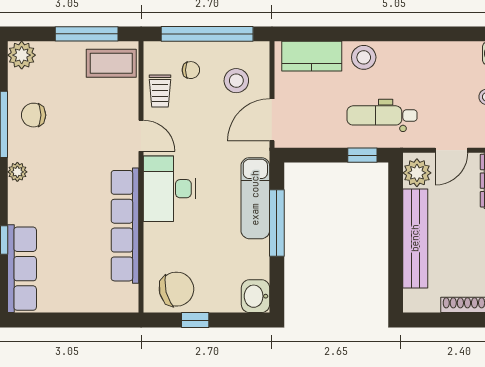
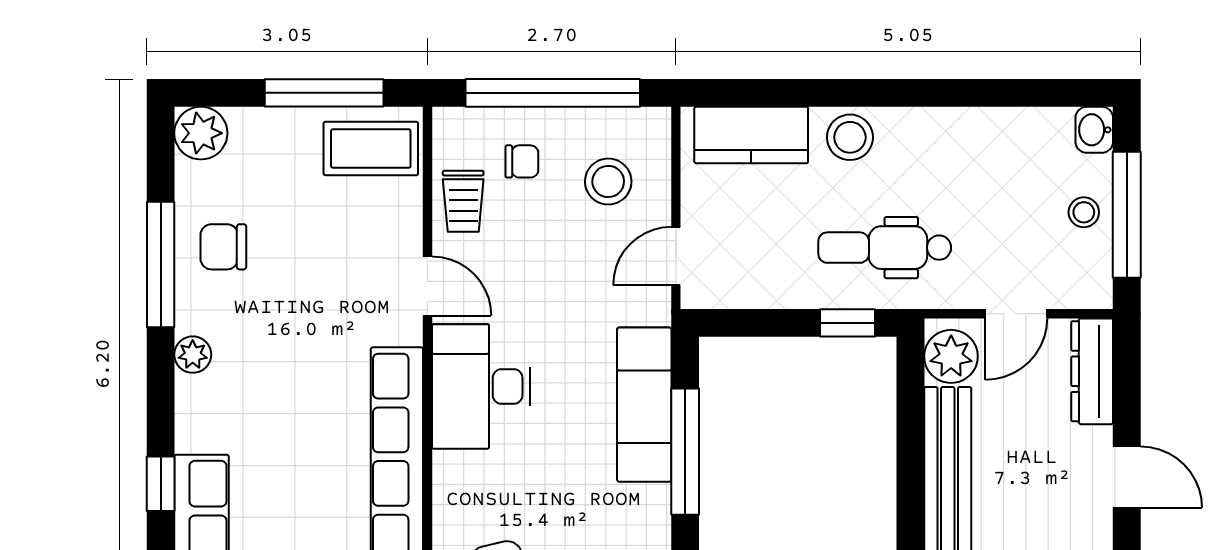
door: (272, 120) -> (676, 256), width x0.73

